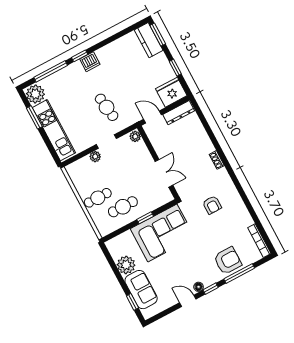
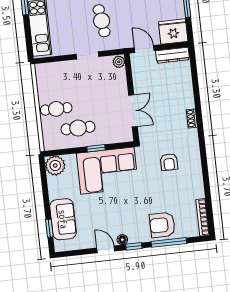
plant: (95, 157) -> (70, 66), removed
armchair: (228, 261) -> (162, 225), turned 180
plant: (126, 265) -> (55, 166), moved

